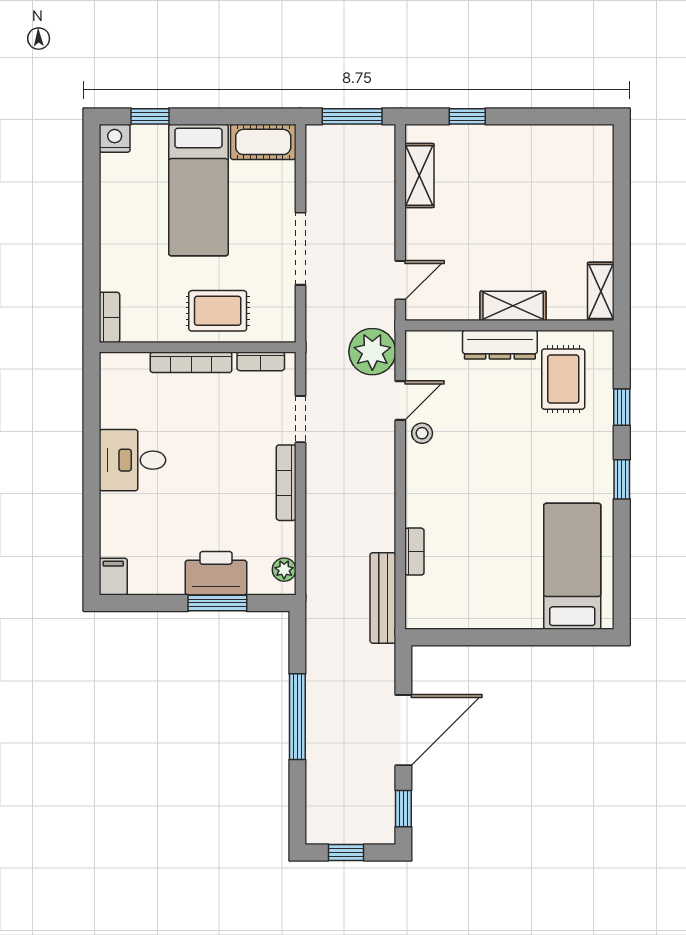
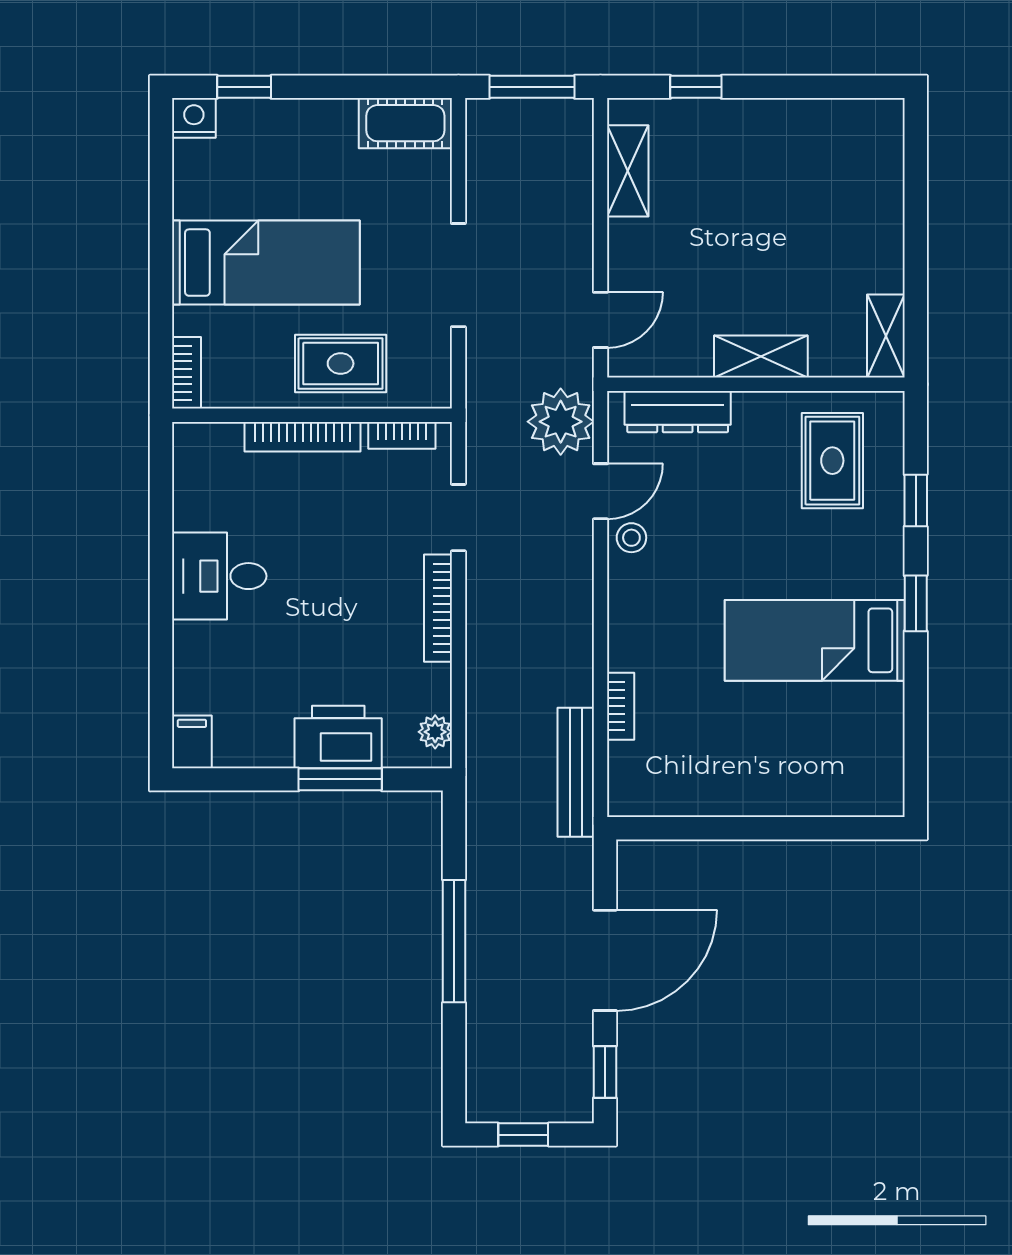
bed: (198, 190) -> (266, 263), moved, turned -90
dresser: (500, 345) -> (678, 412), moved
bed: (572, 566) -> (815, 640), moved, turned -90

